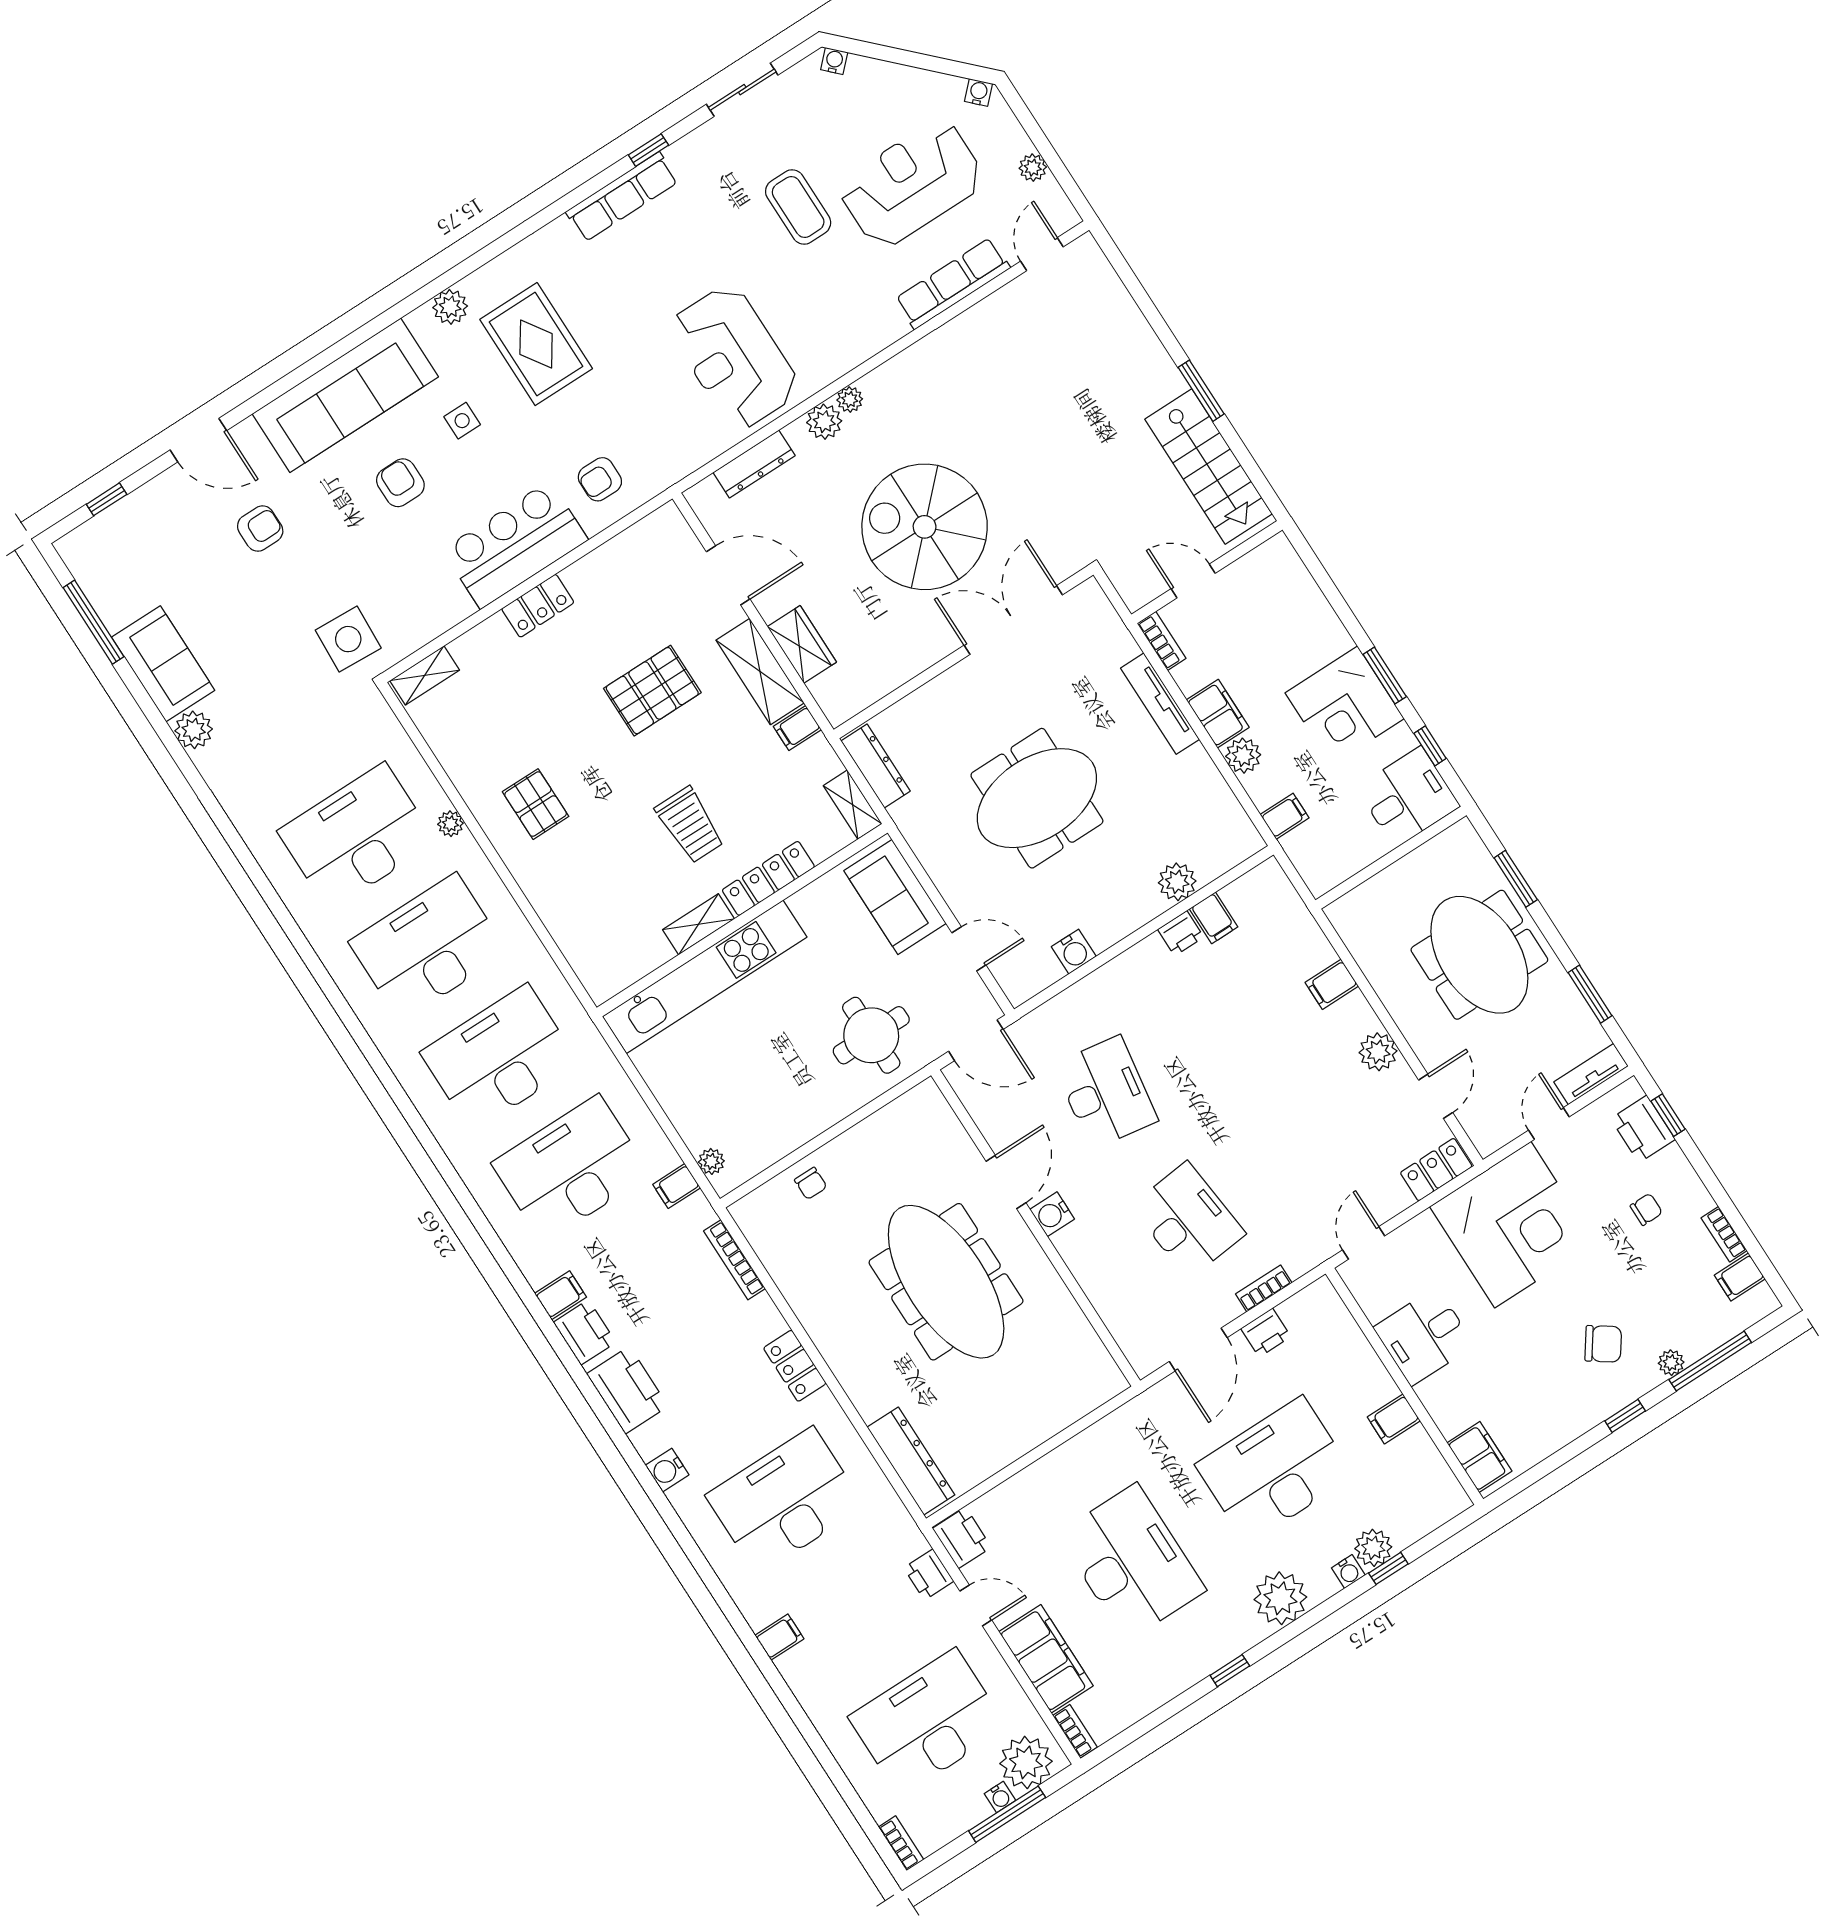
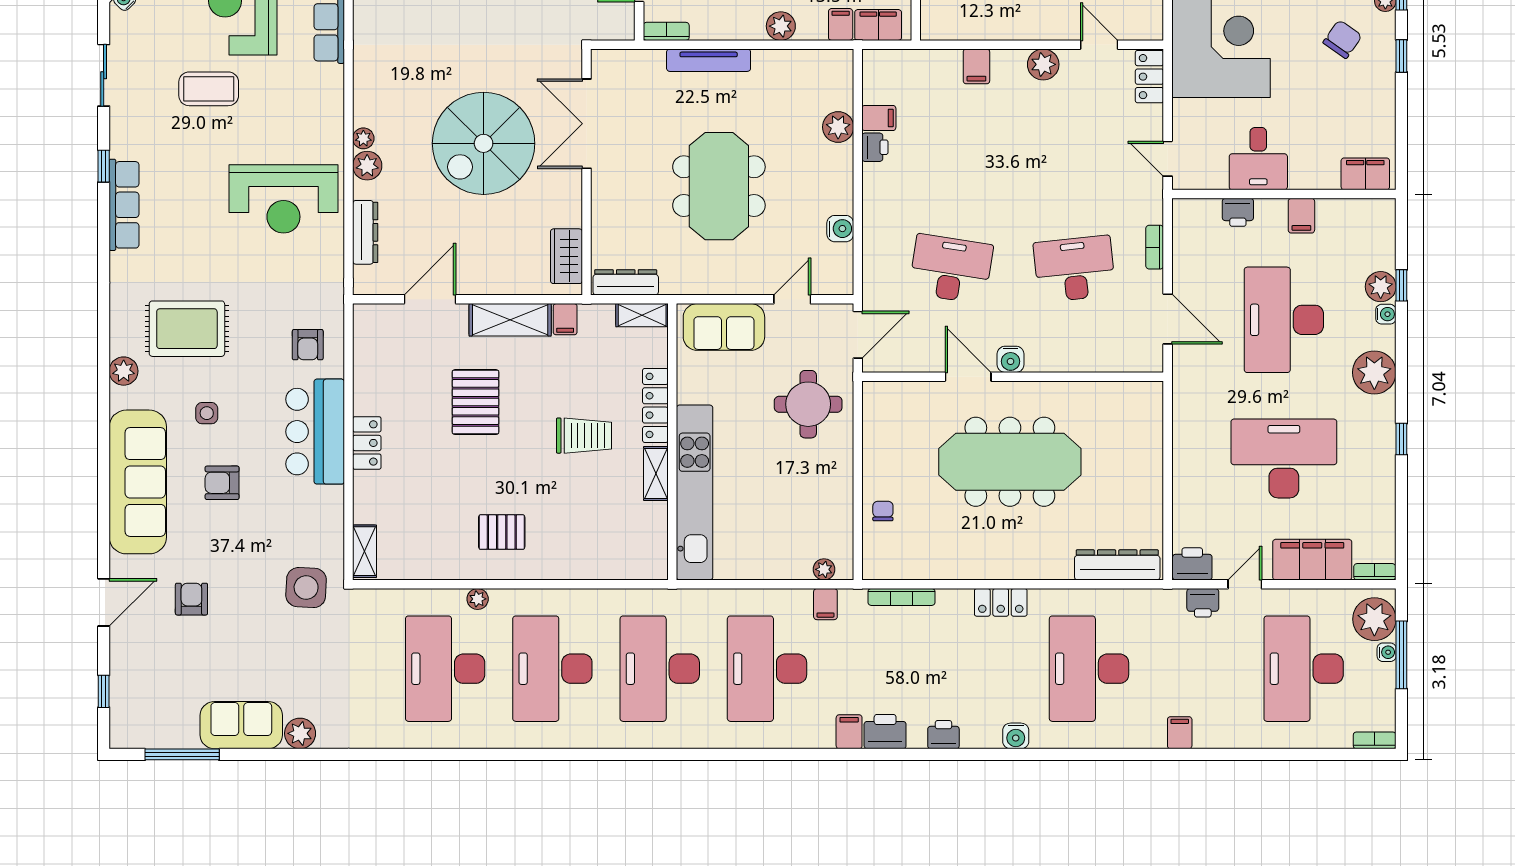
wardrobe: (802, 644) -> (566, 256), moved, turned -90
filing cabinet: (1218, 714) -> (878, 25), moved
chair: (811, 1183) -> (883, 511), turned -90
printer: (1266, 1333) -> (1238, 212), moved, turned 90
printer: (627, 1390) -> (943, 735), width x0.53, depth x0.68

